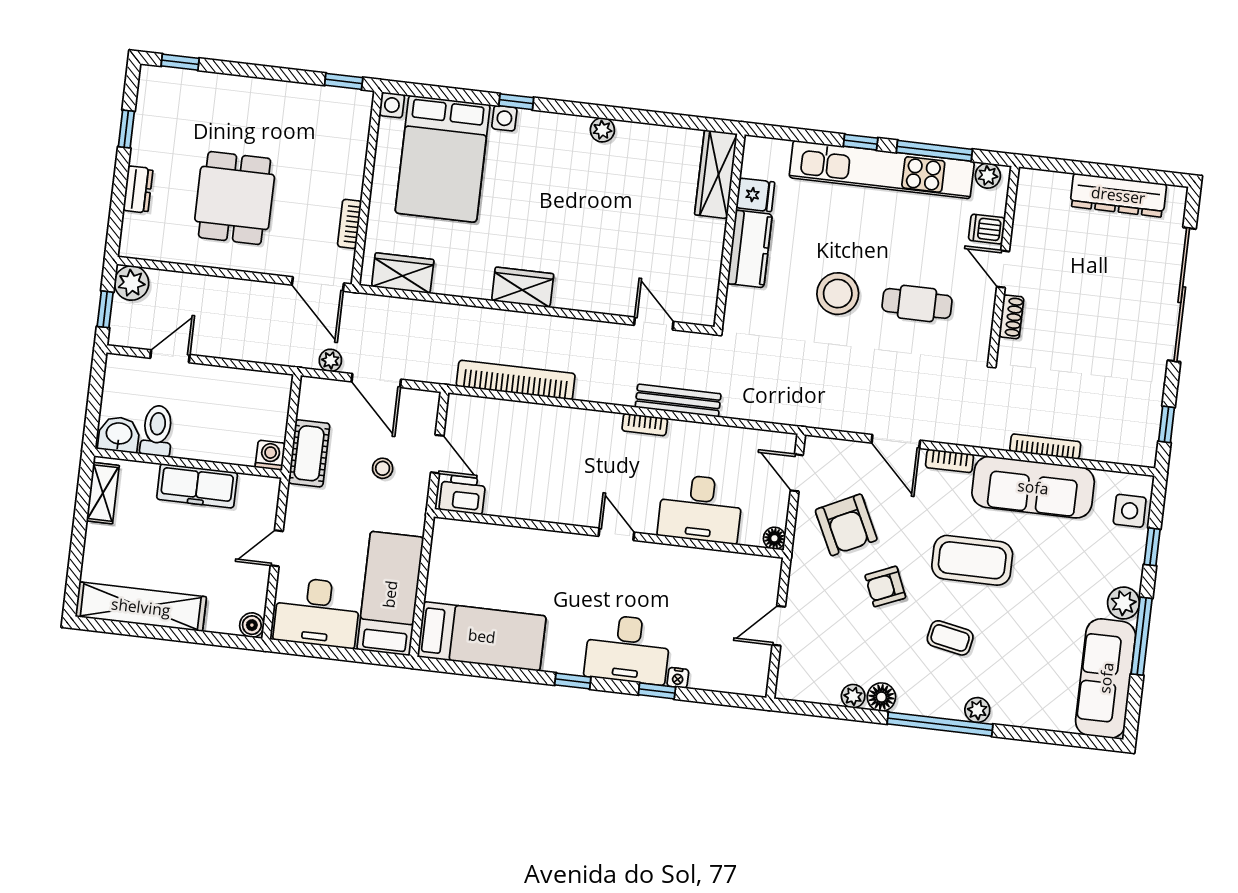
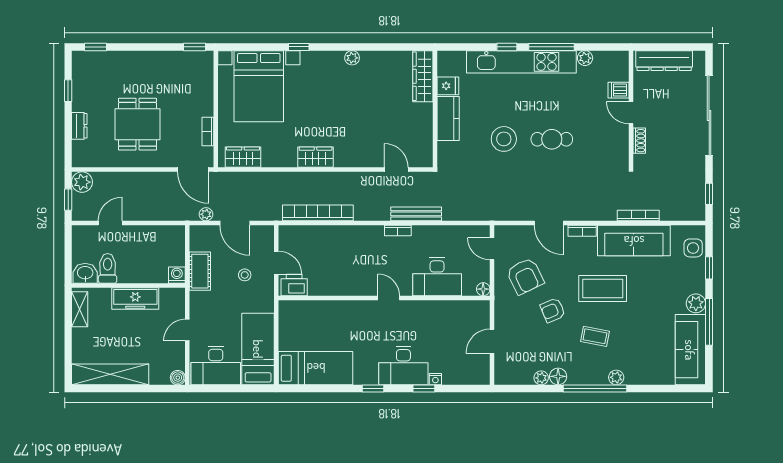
dishwasher: (987, 229) -> (619, 90), moved
wall: (1004, 263) -> (631, 109), moved
door: (1003, 269) -> (631, 113), moved
shoe rack: (1011, 317) -> (639, 141), moved

